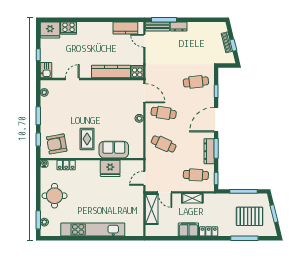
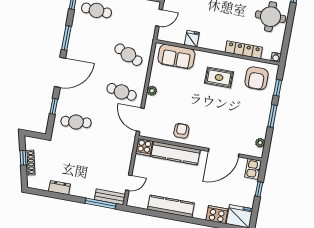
dresser: (179, 26) -> (59, 188), moved
kitchen counter: (125, 28) -> (171, 206), moved, width x1.50
door: (144, 41) -> (129, 183), hinge flipped
door: (72, 79) -> (224, 153), width x1.88
armchair: (110, 90) -> (181, 131), added
rug: (87, 139) -> (219, 77), turned 90
armchair: (57, 144) -> (257, 78), turned 100
sofa: (114, 150) -> (176, 56), moved
dresser: (209, 151) -> (75, 36), removed
locker: (66, 165) -> (244, 50), width x1.53
fridge: (110, 168) -> (192, 39), width x0.53, depth x0.75

